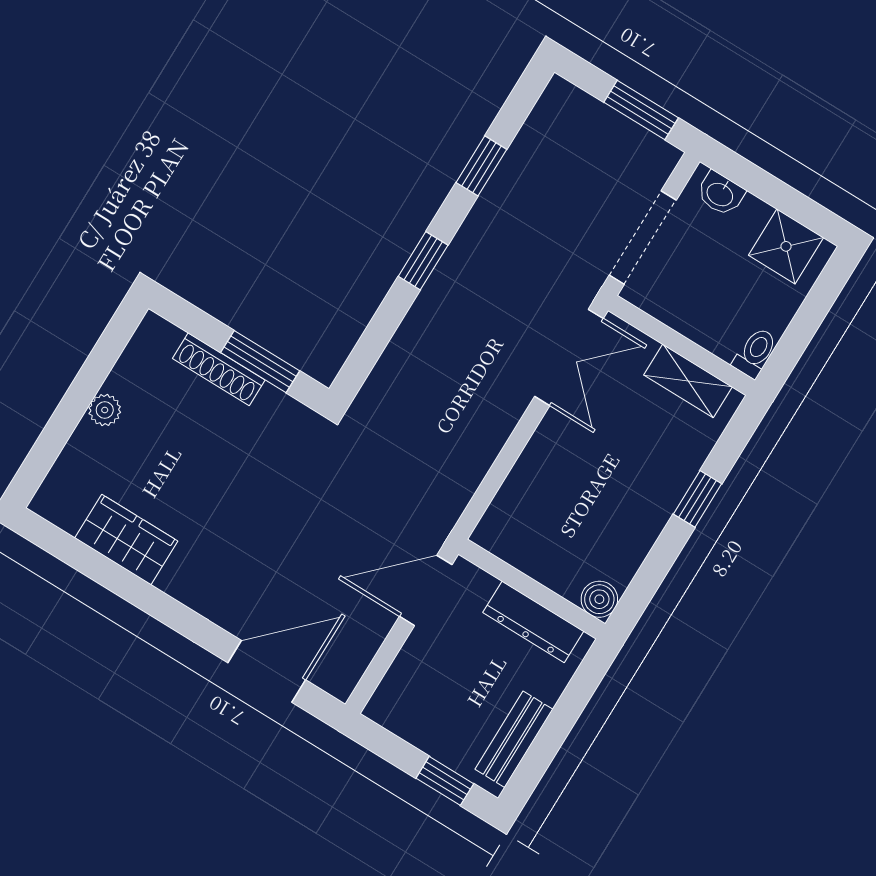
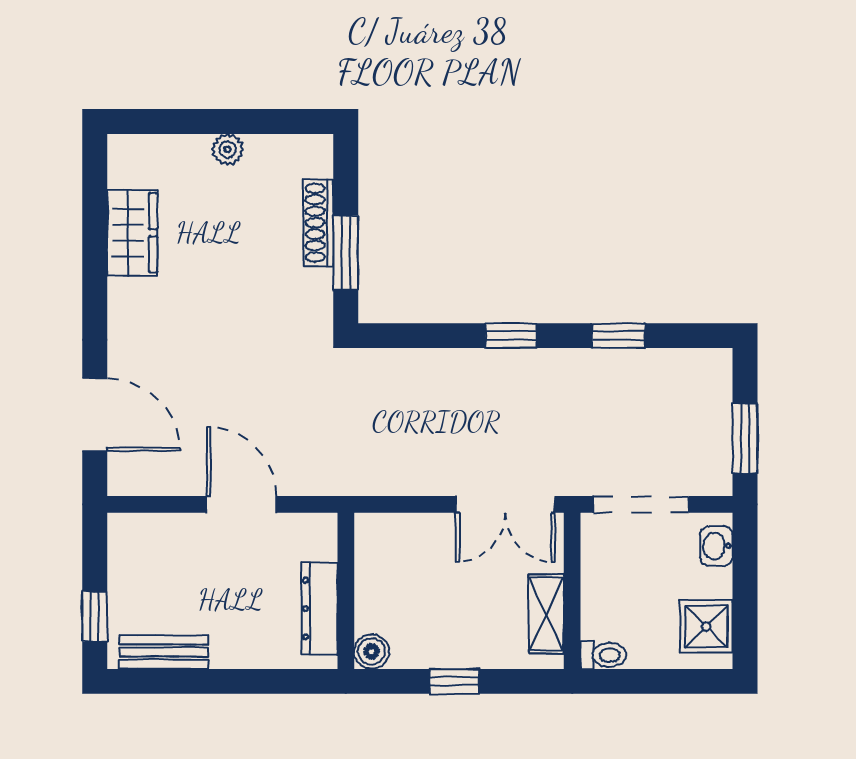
wall: (532, 589) -> (346, 591), moved
boiler: (599, 599) -> (372, 651), moved
dresser: (533, 622) -> (320, 609), moved

